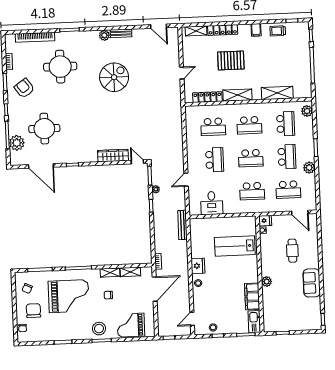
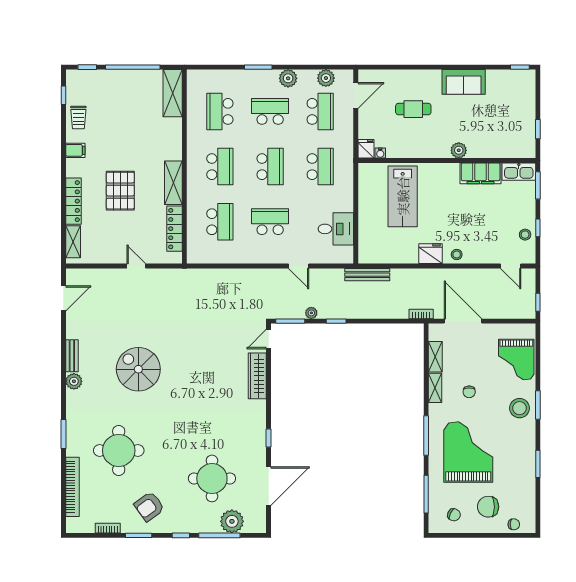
shelving: (277, 93) -> (173, 93), moved
plant: (307, 111) -> (326, 78), moved
school desk: (286, 124) -> (220, 111), turned -90

